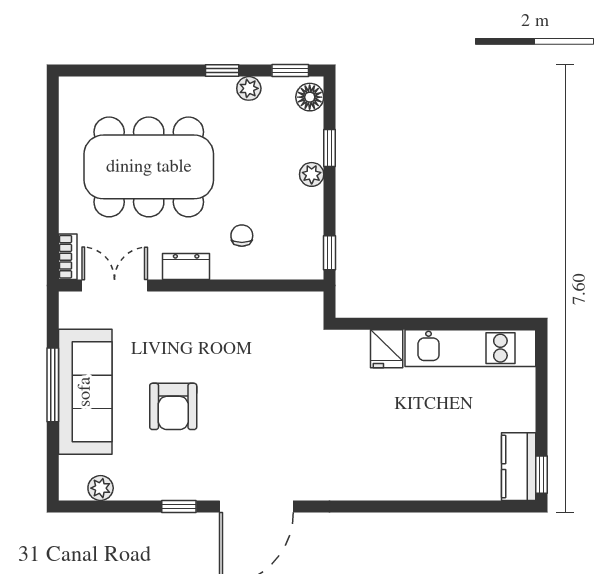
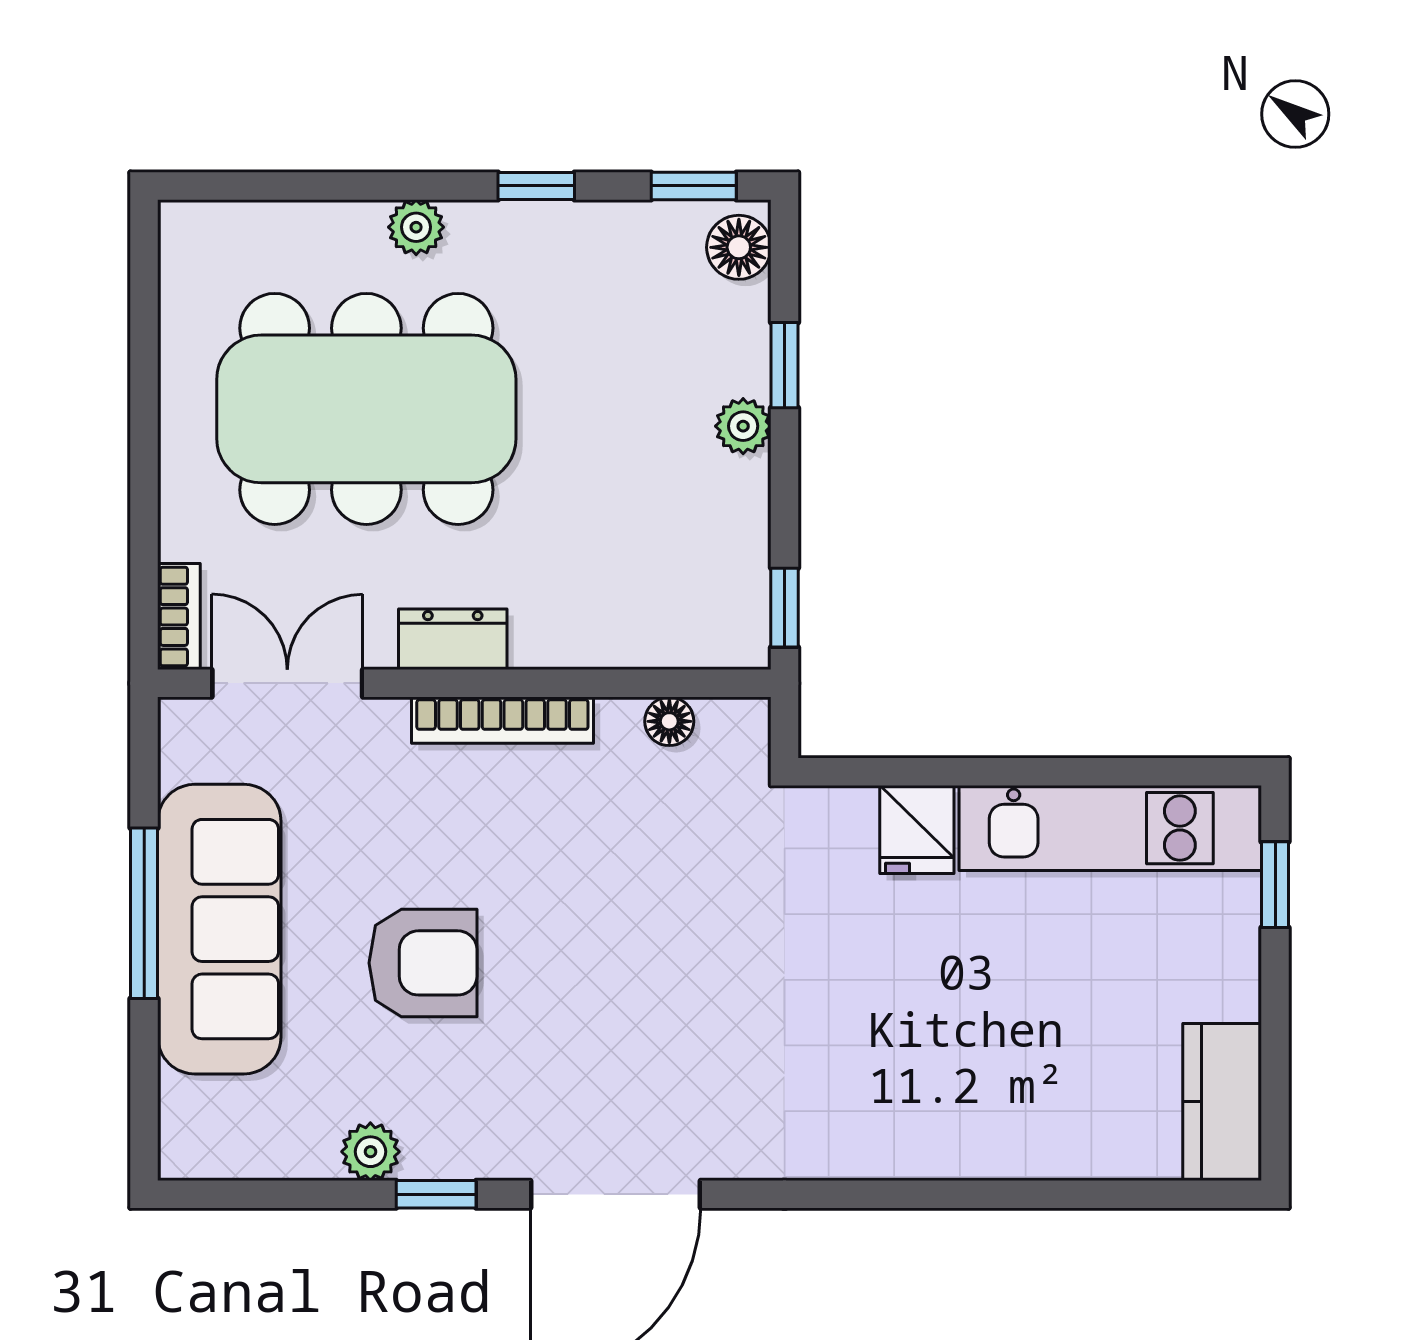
plant: (249, 88) -> (416, 227), moved
chair: (242, 236) -> (582, 568), removed
bookcase: (208, 302) -> (502, 720), added
floor lamp: (280, 302) -> (669, 721), added
armchair: (173, 406) -> (423, 963), turned -90
window: (542, 475) -> (1275, 885), moved
plant: (101, 488) -> (370, 1152), moved

